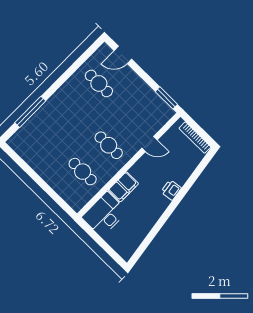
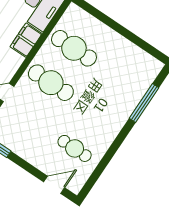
cafe table: (109, 145) -> (51, 83), width x1.37, depth x1.35
cafe table: (83, 172) -> (74, 48), width x1.37, depth x1.35

